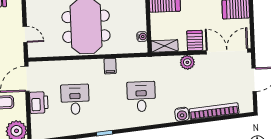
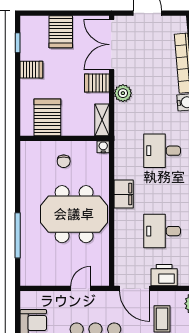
chair: (129, 16) -> (64, 161), added
water cooler: (142, 37) -> (103, 147), moved
filing cabinet: (110, 66) -> (124, 194), width x2.00

